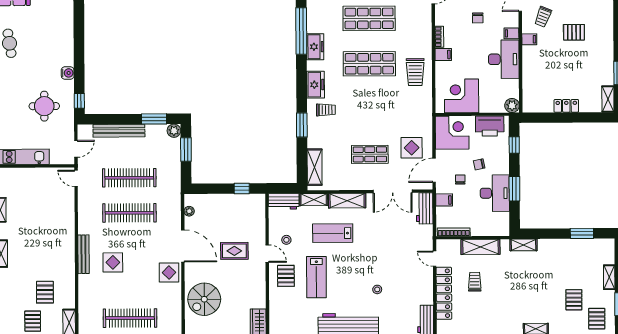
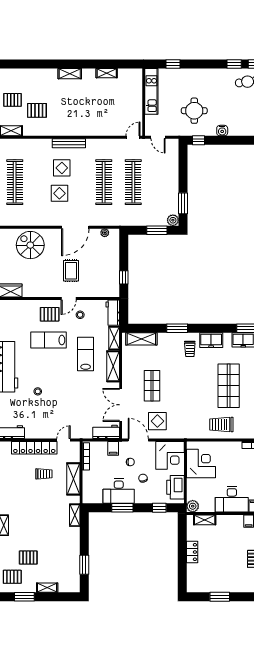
filing cabinet: (443, 54) -> (236, 448), removed
shelving: (608, 99) -> (205, 520), moved
bench: (119, 131) -> (173, 174), removed
display table: (169, 273) -> (59, 193), moved

